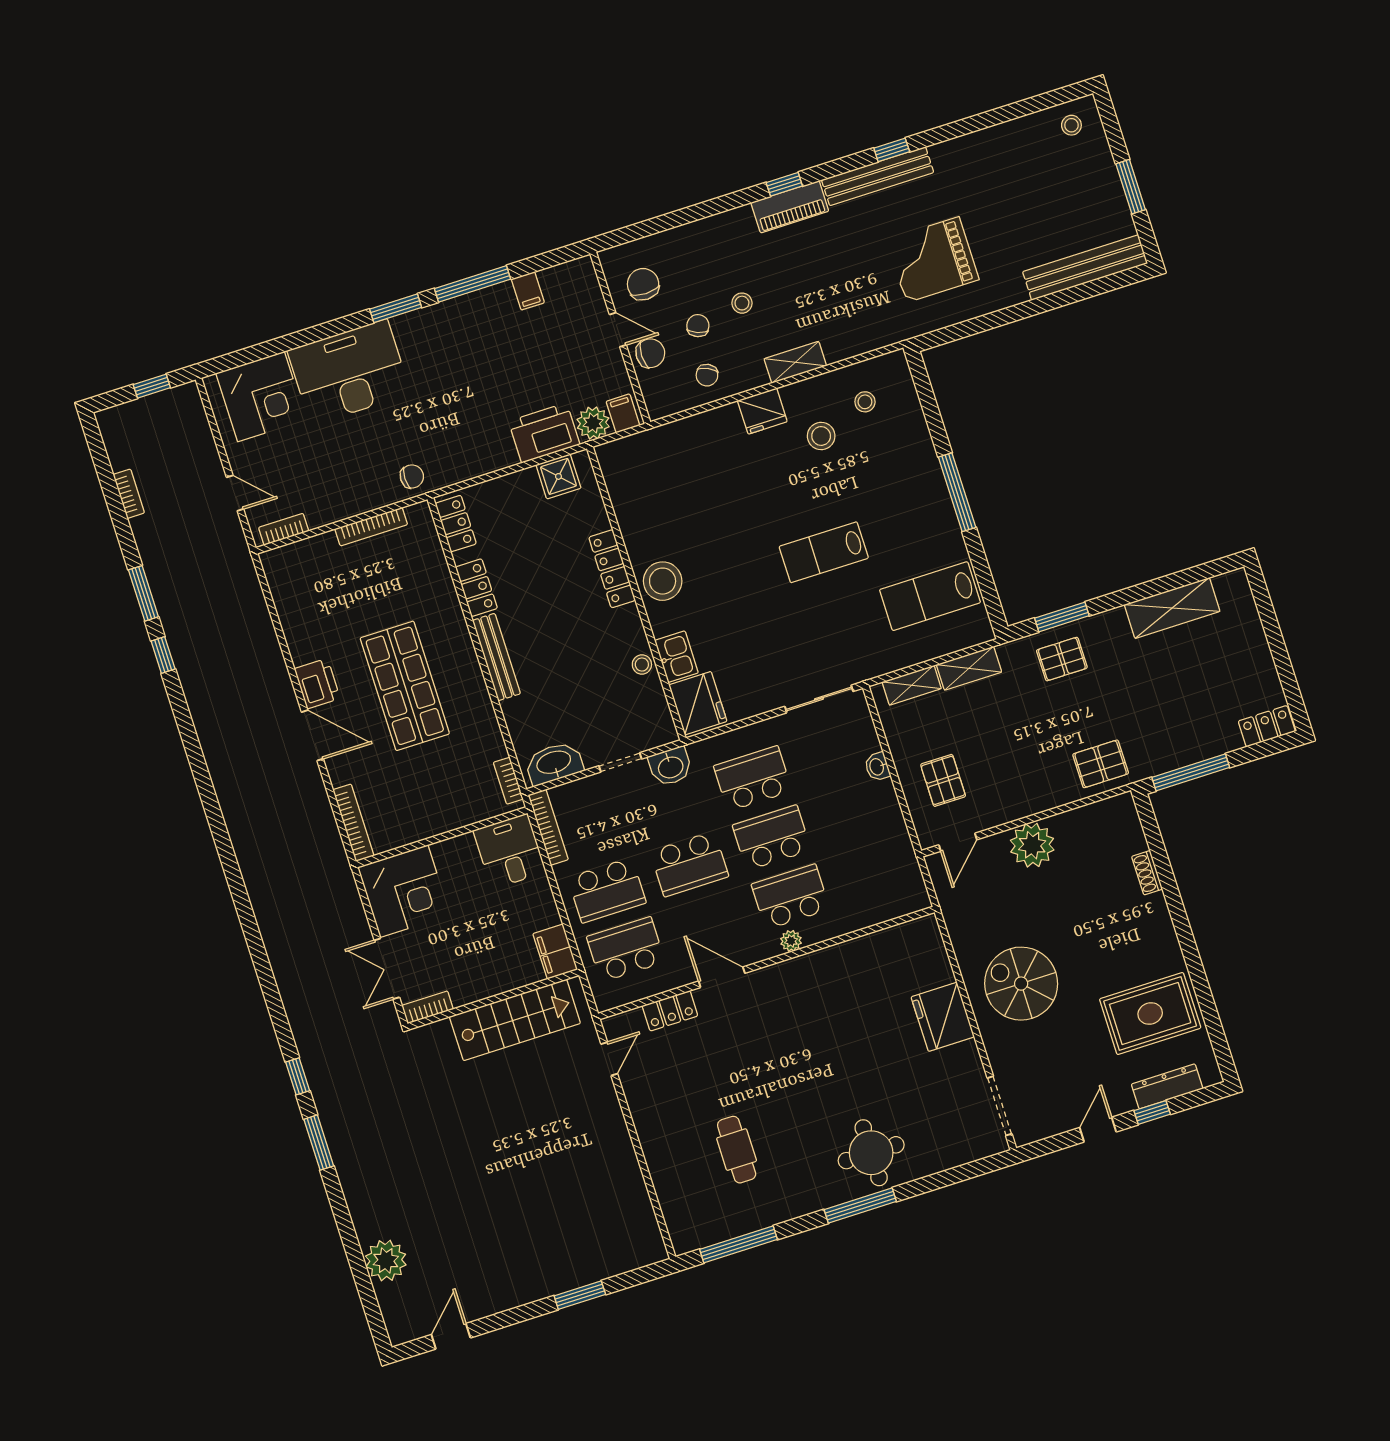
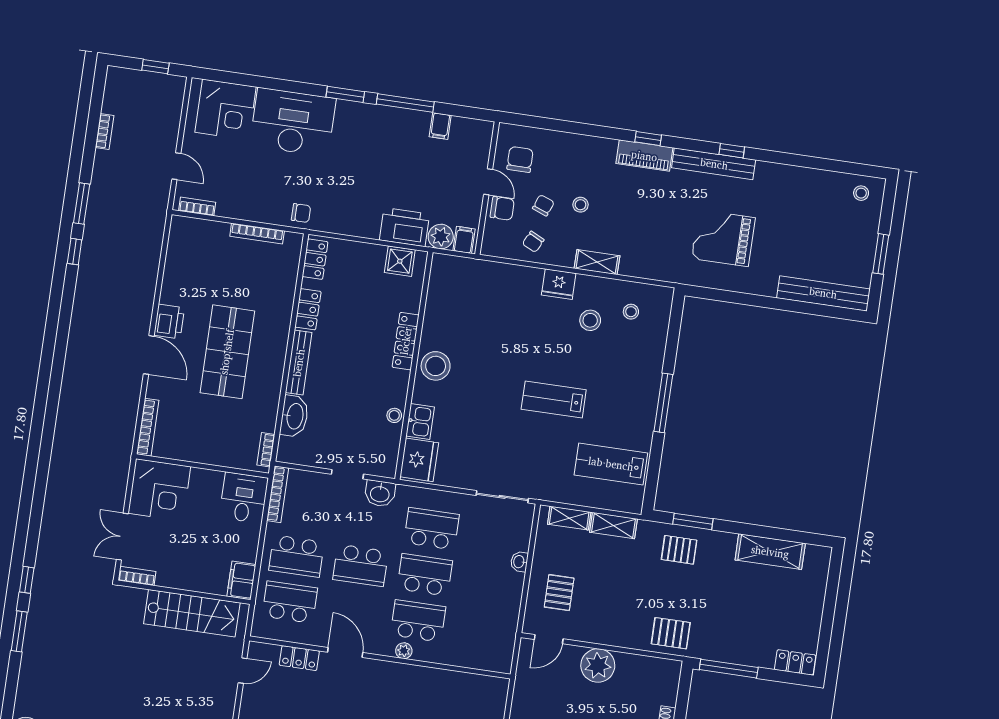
washbasin: (554, 763) -> (294, 416), moved, turned 90

